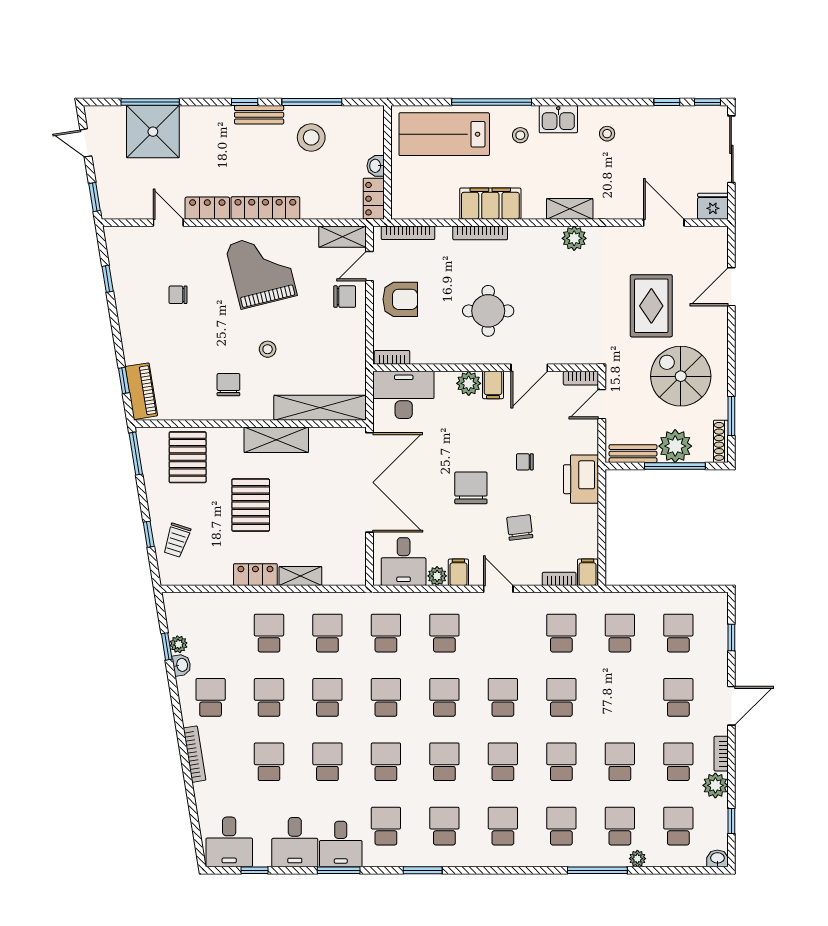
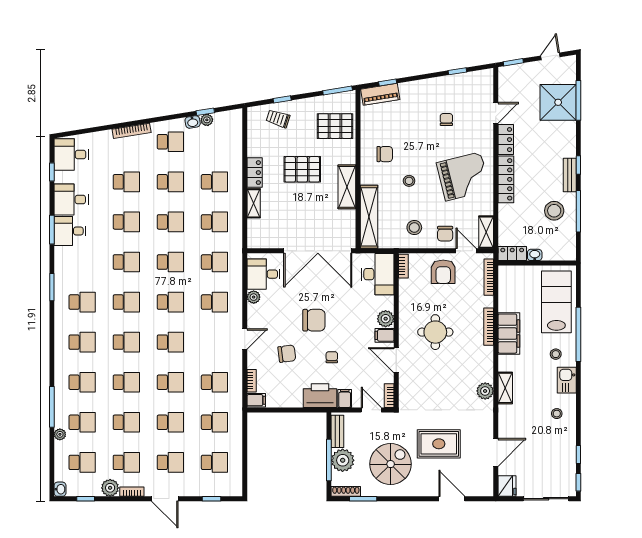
stool: (336, 342) -> (414, 227), added
filing cabinet: (458, 572) -> (345, 399), moved, turned -90
school desk: (386, 826) -> (170, 422), moved

